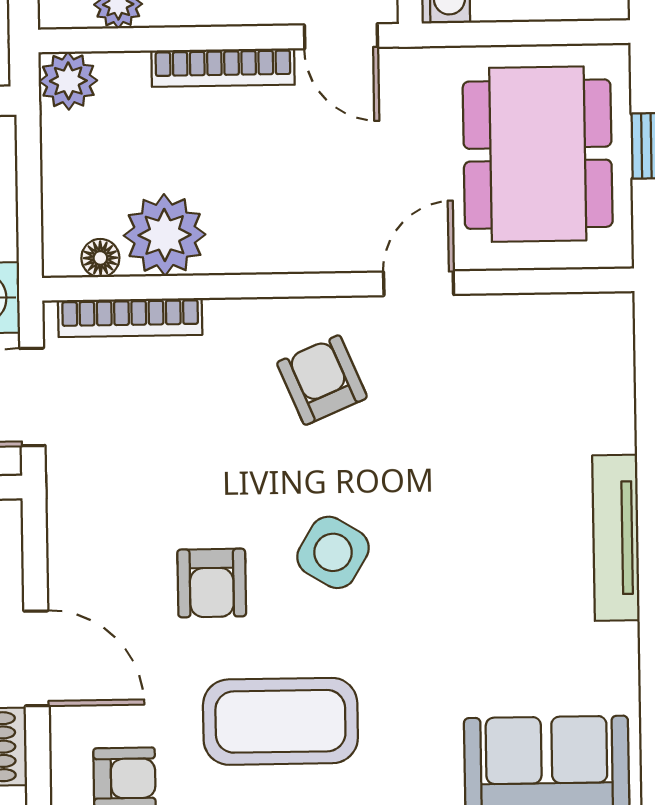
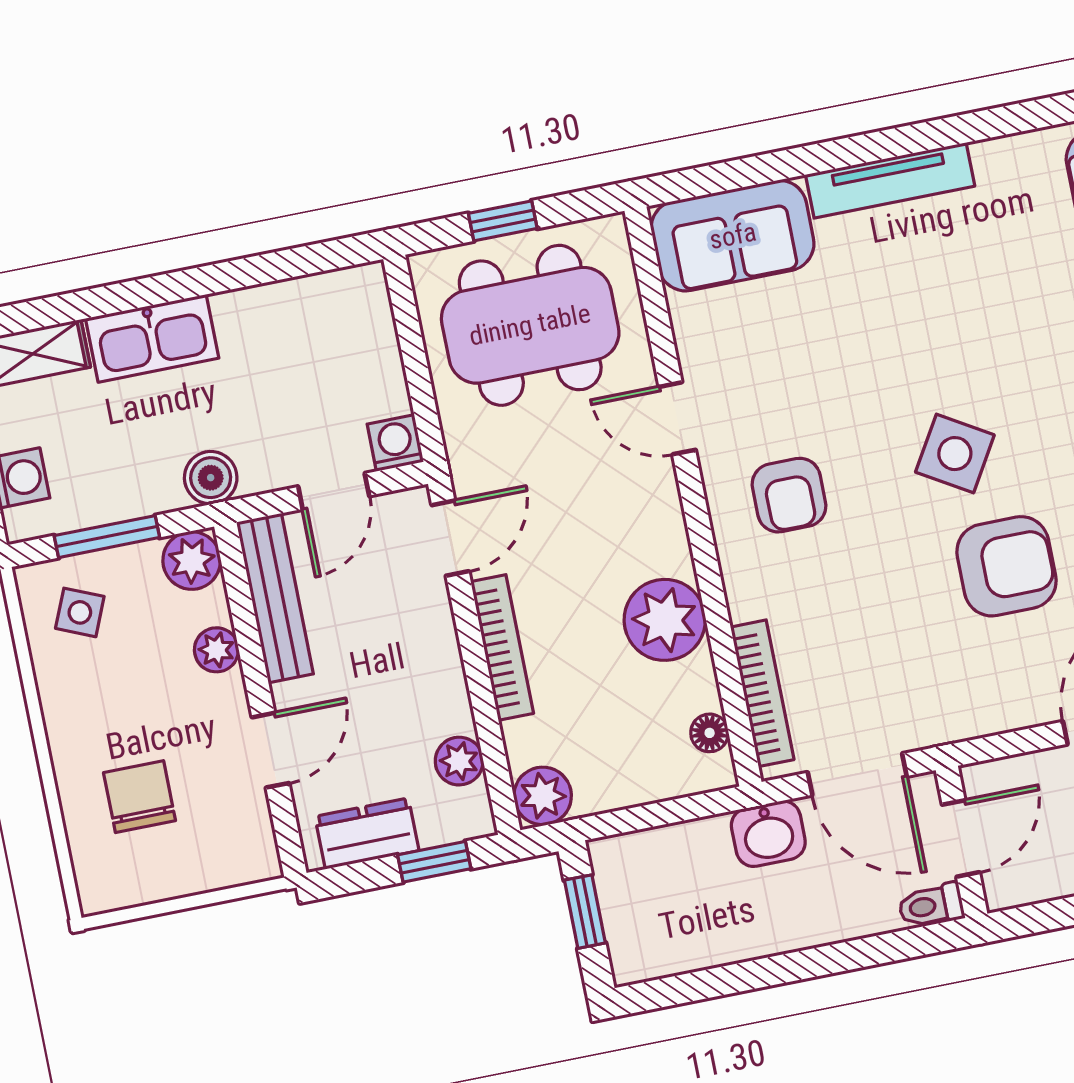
plant: (165, 235) -> (665, 620), moved
sofa: (590, 371) -> (733, 236), added
armchair: (322, 380) -> (789, 495), turned -67
armchair: (212, 583) -> (1006, 566), width x1.38, depth x1.38

